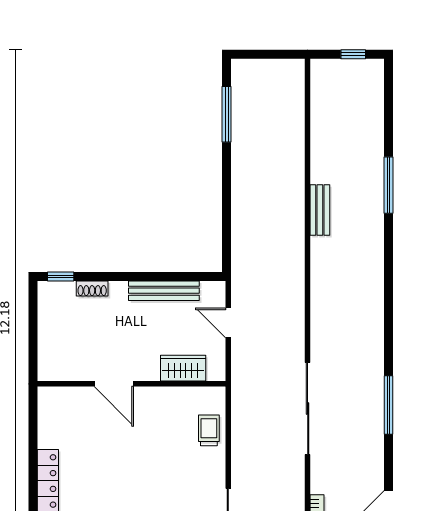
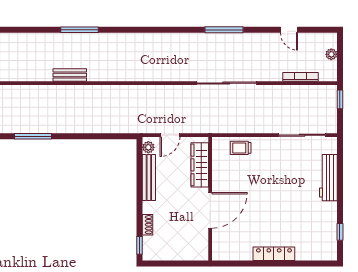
bench: (320, 210) -> (70, 75), moved
plant: (210, 290) -> (148, 147), added
wardrobe: (183, 368) -> (200, 165), width x1.50
door: (114, 384) -> (210, 210), width x1.36

